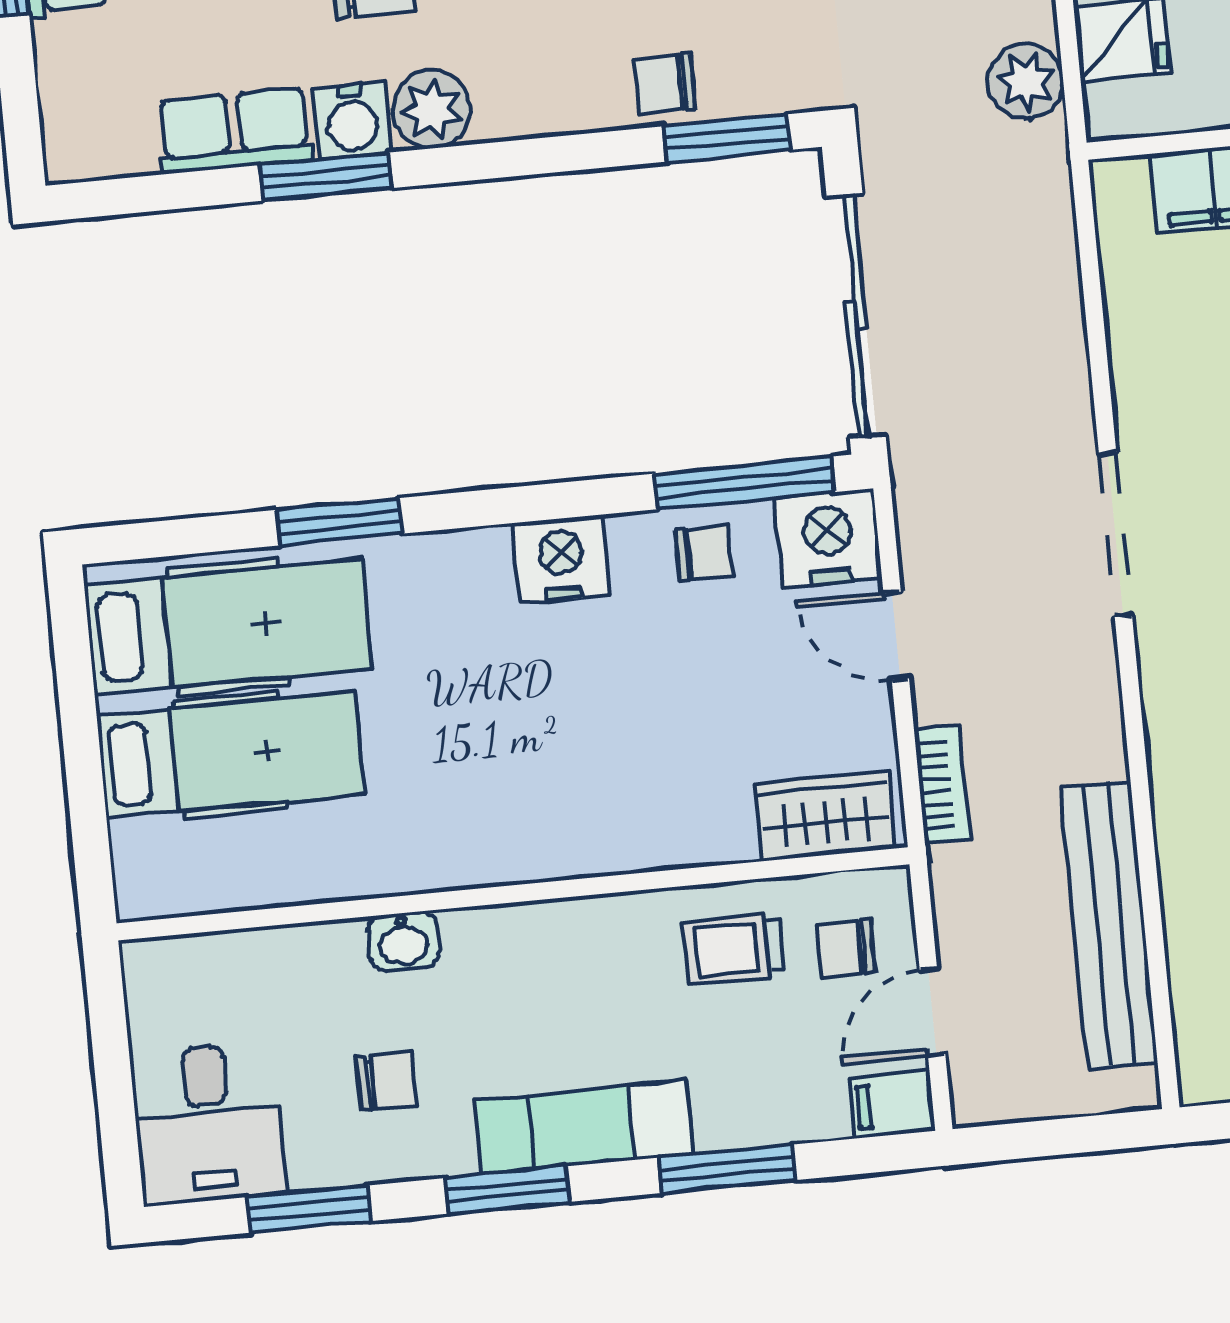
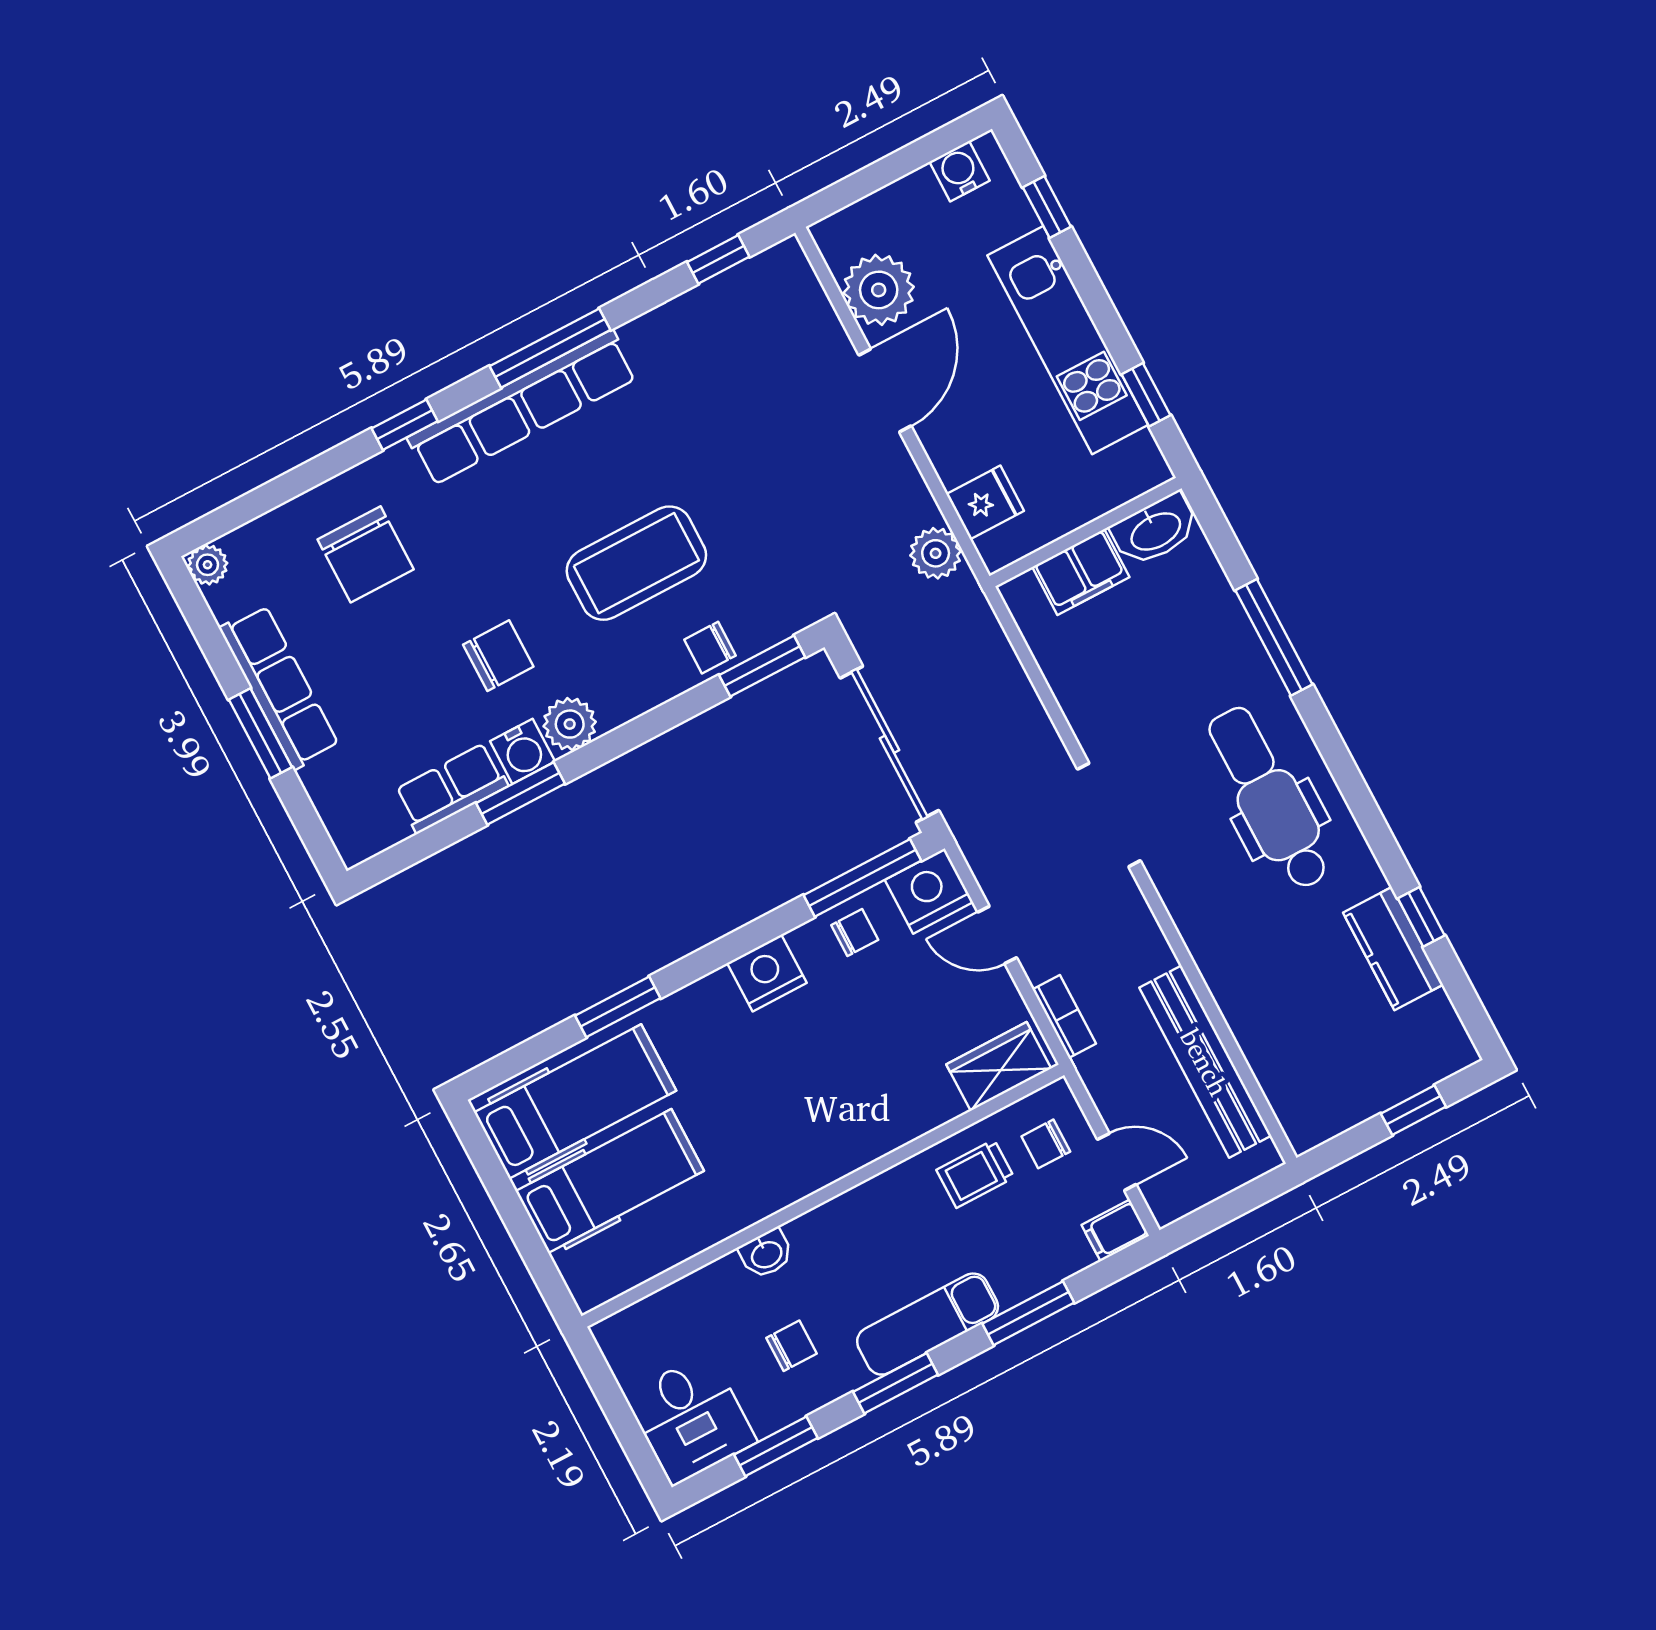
door: (932, 1012) -> (1117, 1162), swing flipped

